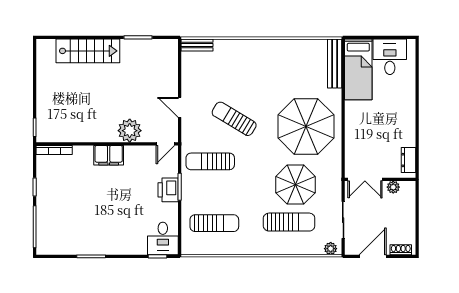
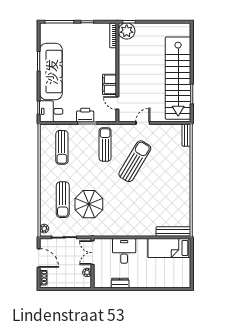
stairs: (88, 51) -> (178, 78), width x1.86, depth x1.51
desk: (390, 57) -> (124, 251), moved, turned -90
sun lounger: (234, 119) -> (135, 161), width x1.36, depth x1.34
parasol: (306, 126) -> (130, 211), removed
plant: (130, 131) -> (127, 31), moved
door: (165, 144) -> (117, 103), moved
filing cabinet: (109, 155) -> (109, 84), moved
dresser: (408, 160) -> (120, 283), moved
sofa: (106, 239) -> (51, 72), added

